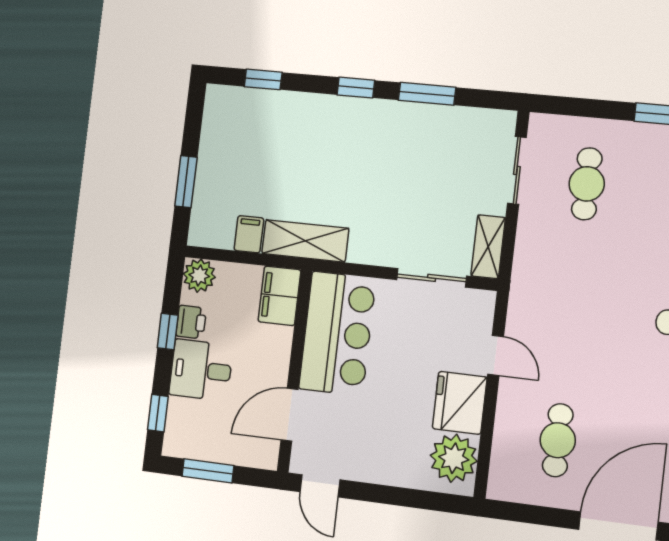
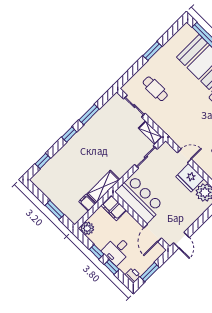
printer: (191, 322) -> (133, 275), moved
window: (158, 413) -> (112, 267), moved
door: (320, 486) -> (181, 240), hinge flipped

